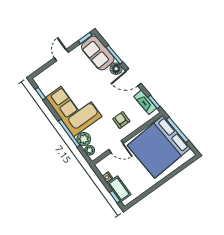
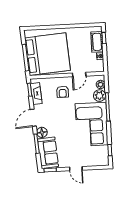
door: (61, 55) -> (76, 169), hinge flipped
door: (133, 77) -> (33, 118), swing flipped
door: (116, 147) -> (79, 75), swing flipped

